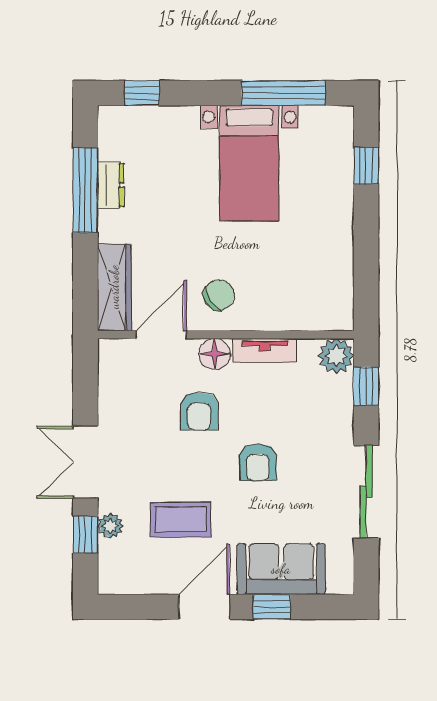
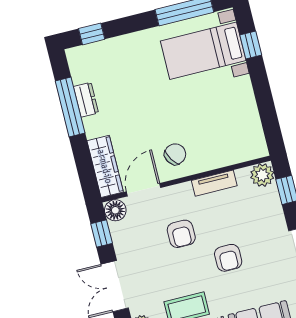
bed with nightstands: (249, 163) -> (203, 51), moved, turned 90
floor lamp: (215, 354) -> (115, 210), moved
window: (85, 382) -> (102, 234), added

